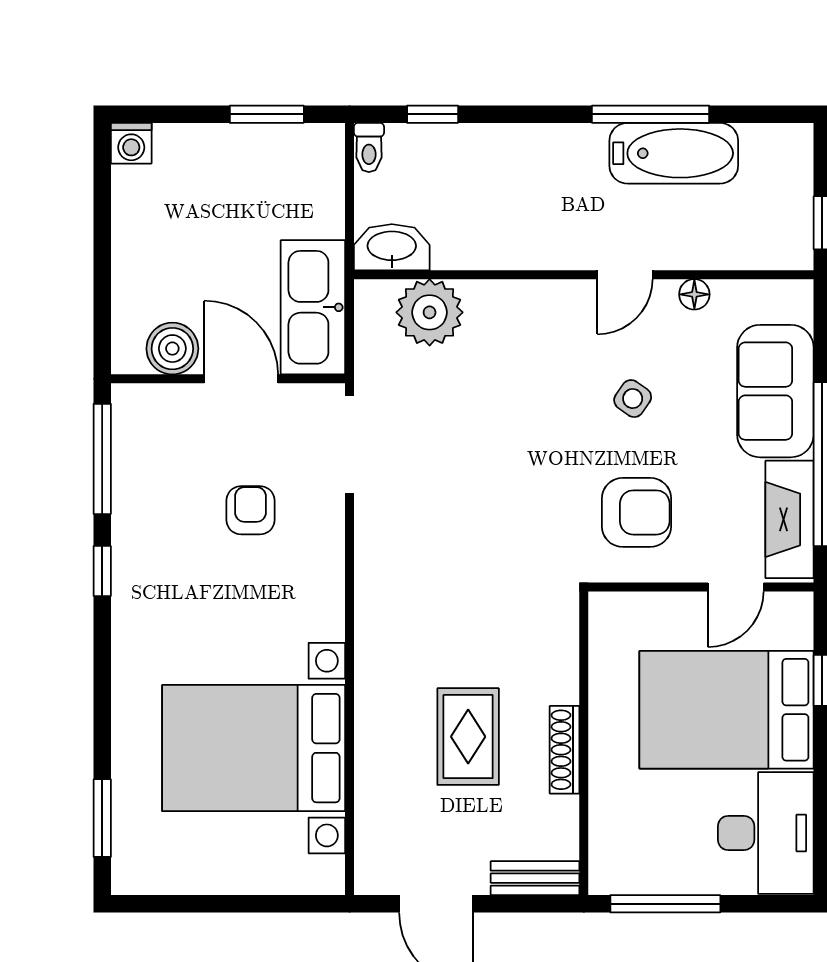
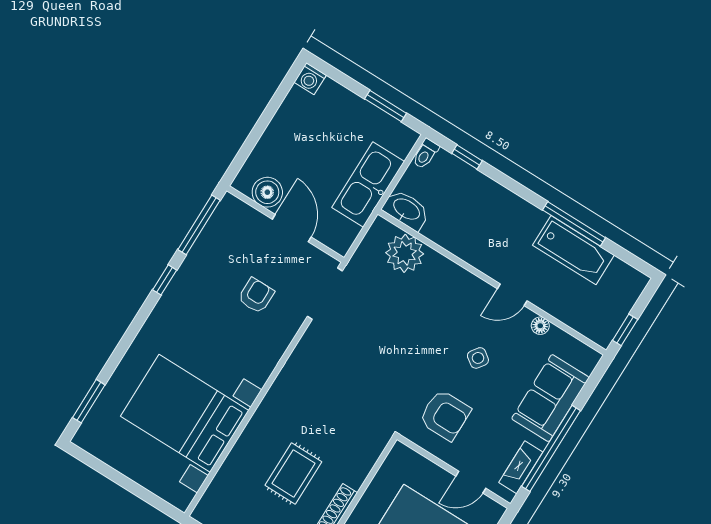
kitchen sink: (313, 307) -> (368, 185), moved
fireplace: (790, 519) -> (521, 467), width x0.73, depth x0.76

